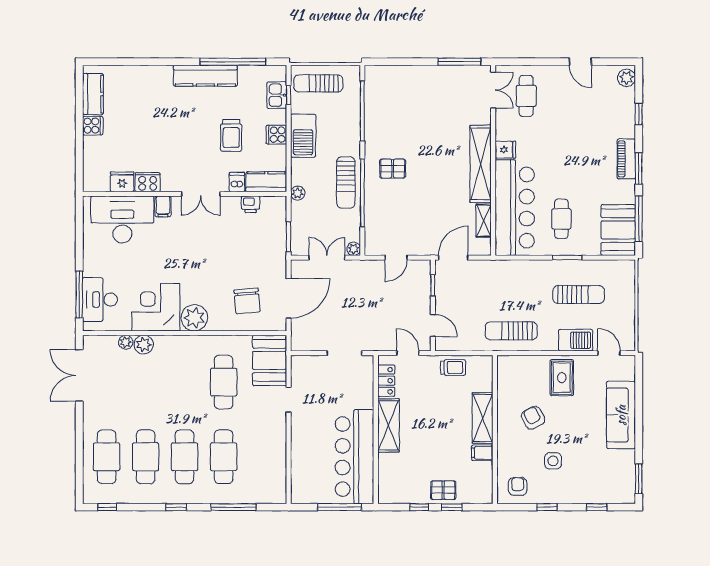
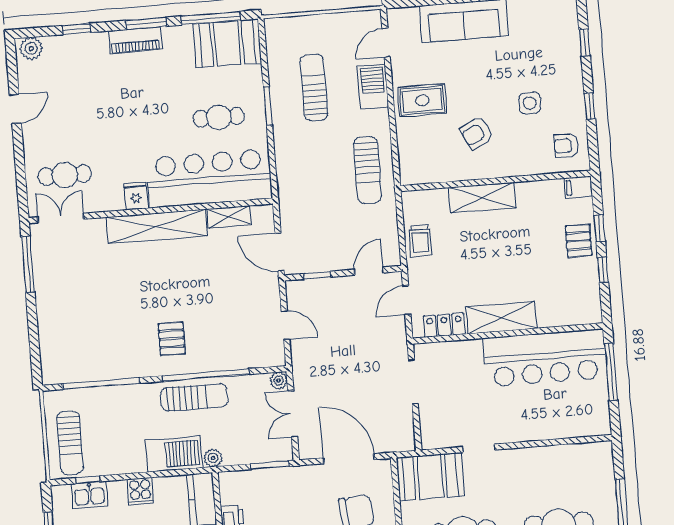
barbecue: (303, 136) -> (174, 454), moved
trolley: (453, 367) -> (420, 241), turned 180
filing cabinet: (482, 453) -> (578, 187), moved, turned 90

